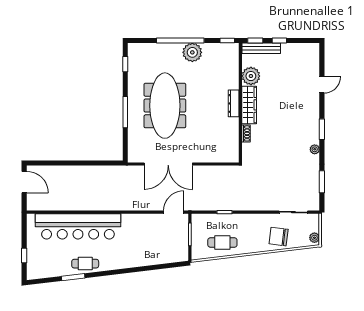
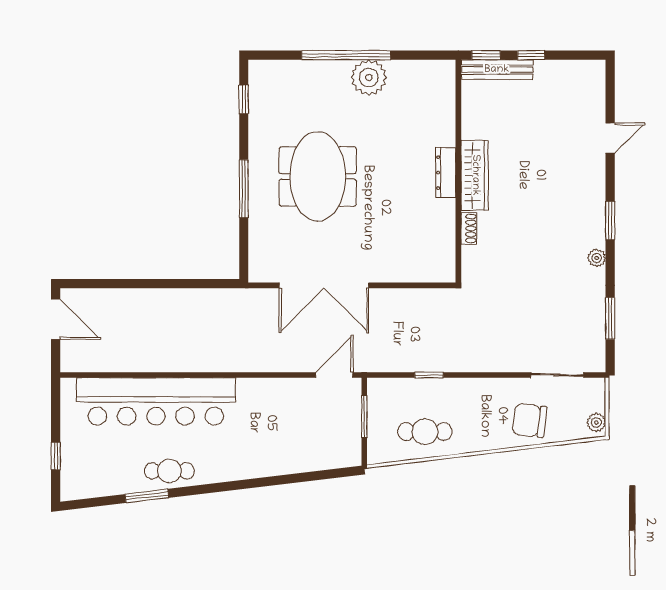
window: (227, 40) -> (434, 55), removed
plant: (251, 76) -> (478, 121), removed
meeting table: (165, 106) -> (318, 177), width x0.73

